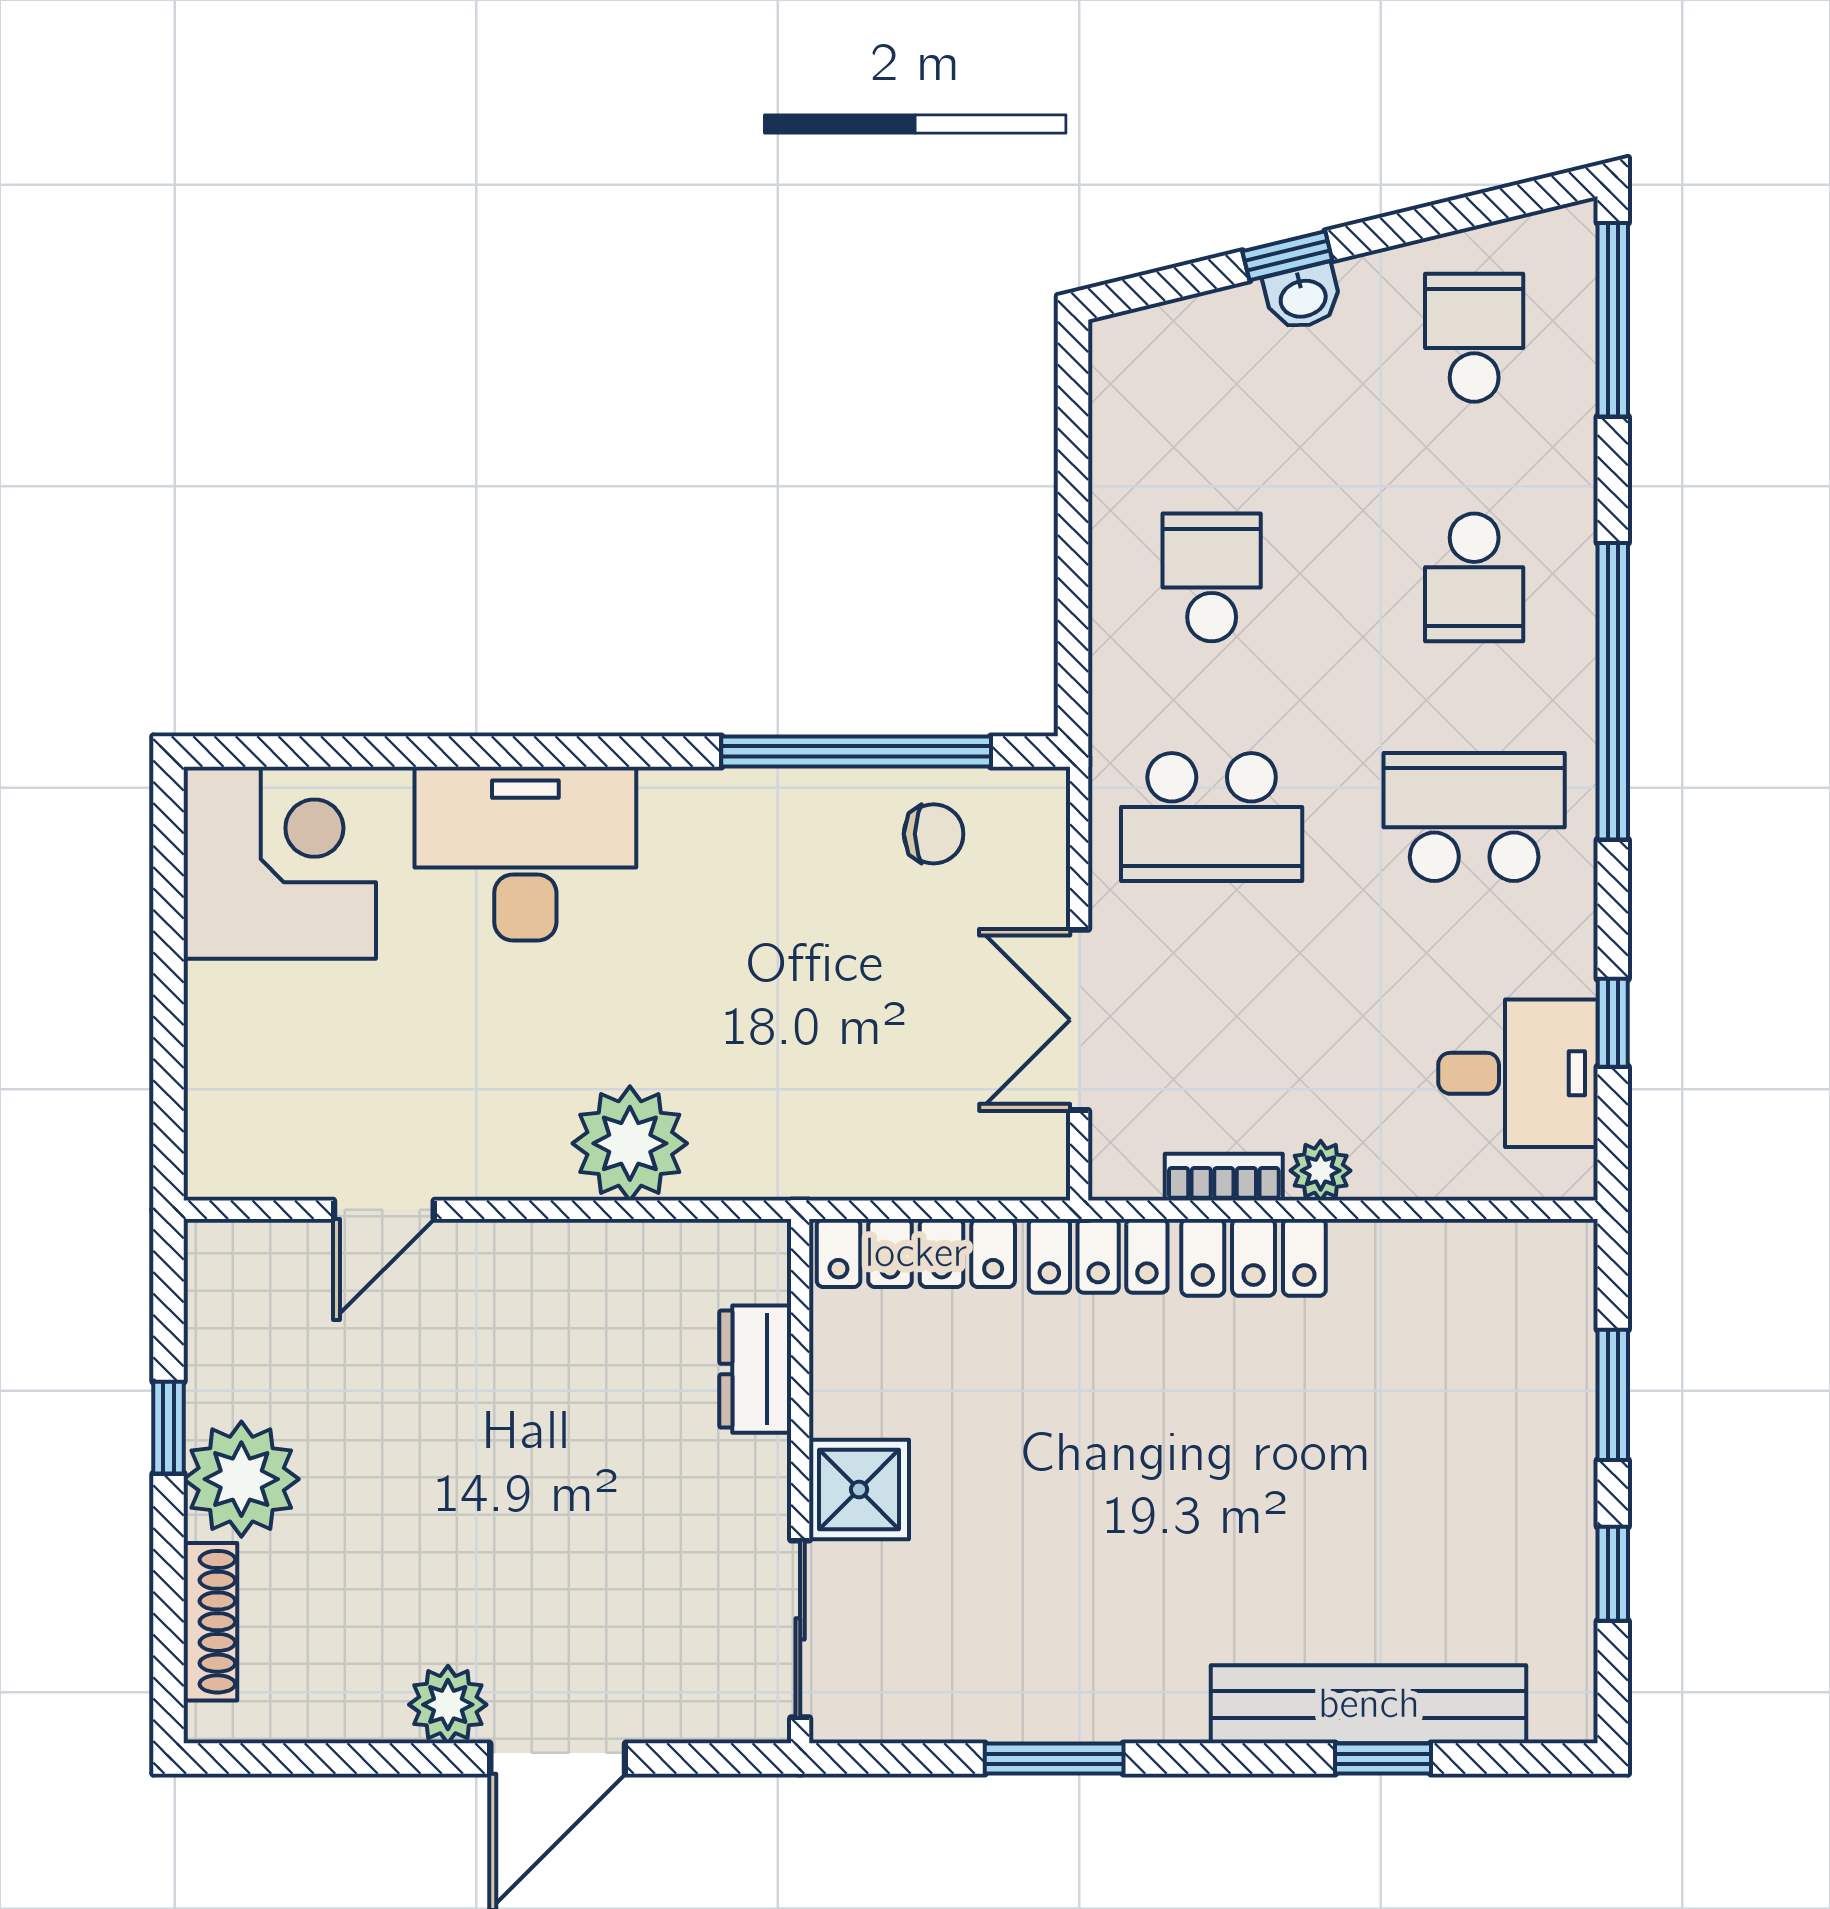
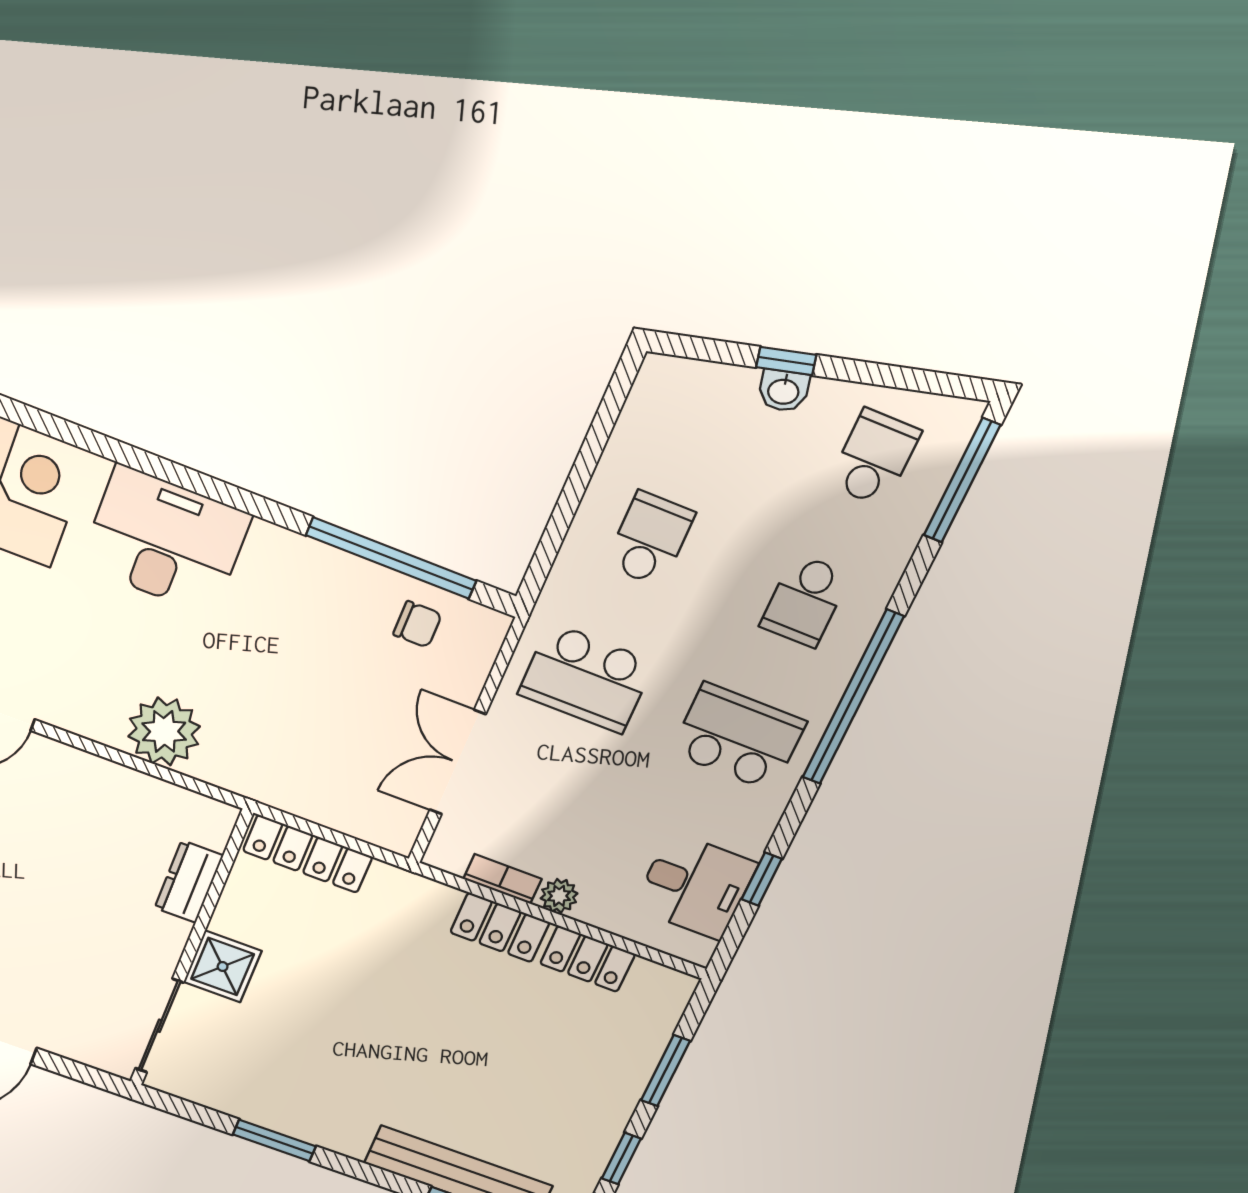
locker: (1098, 1256) -> (588, 959), moved

